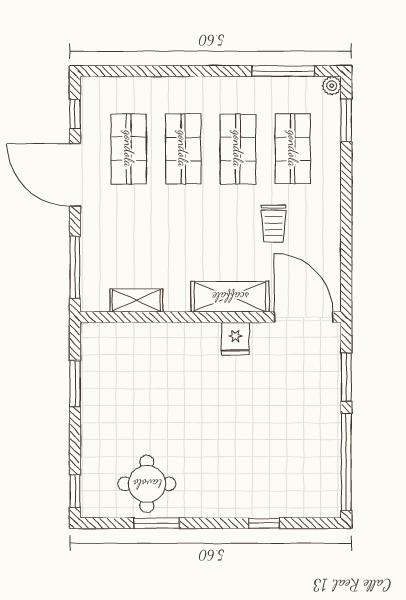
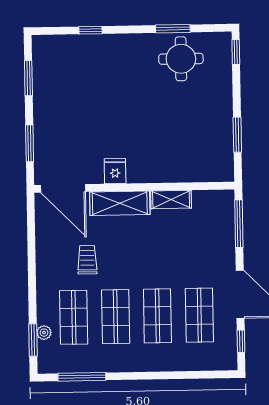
plant: (332, 86) -> (44, 333), moved
shelving: (136, 300) -> (171, 199), moved
window: (346, 462) -> (28, 78), width x0.47

